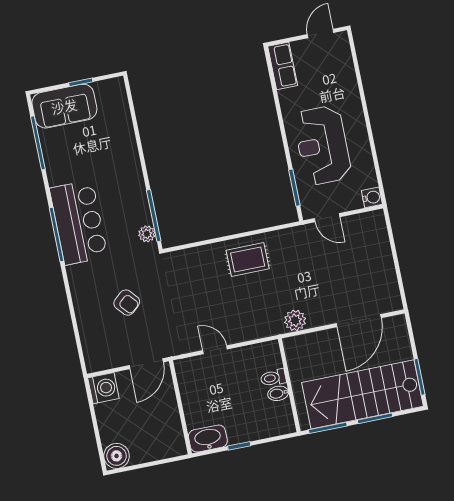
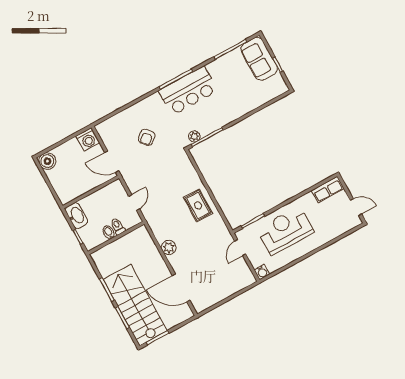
toilet: (273, 378) -> (118, 226), moved
wall: (289, 385) -> (116, 238), moved
bidet: (278, 393) -> (109, 232), moved

